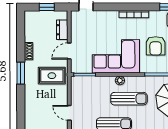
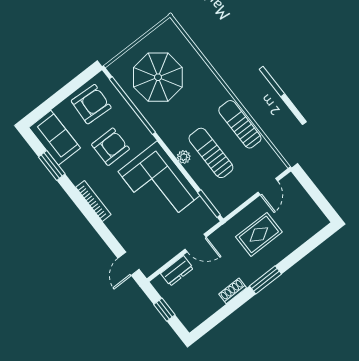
rug: (52, 76) -> (259, 234), moved, turned 90
sun lounger: (129, 99) -> (211, 153), moved

